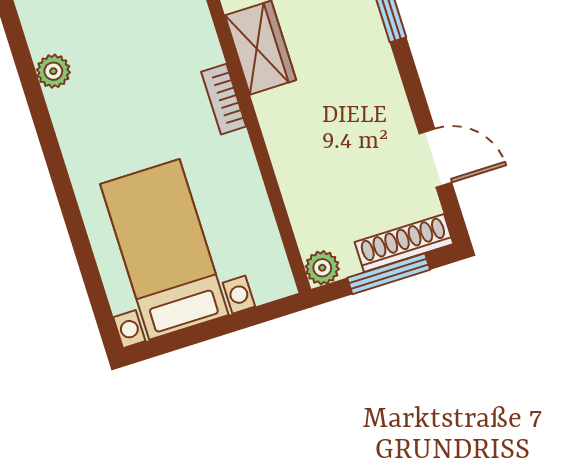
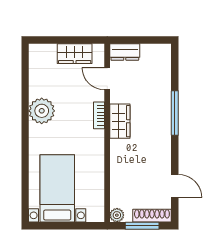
plant: (53, 71) -> (42, 111), width x1.87, depth x1.87
bookcase: (224, 99) -> (99, 115), moved

